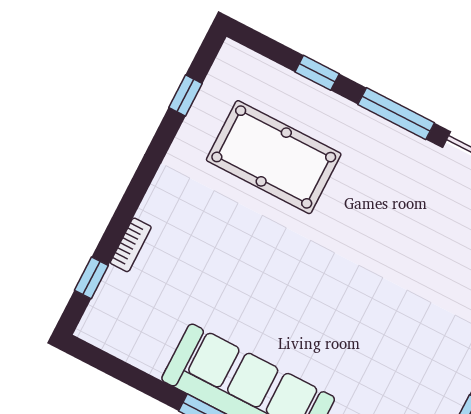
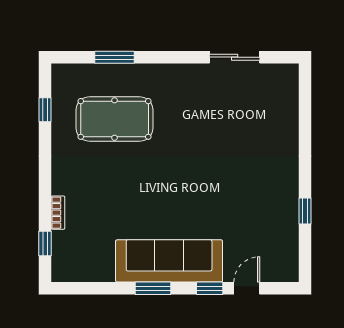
window: (317, 73) -> (114, 57), width x1.50
window: (396, 114) -> (173, 57), removed

